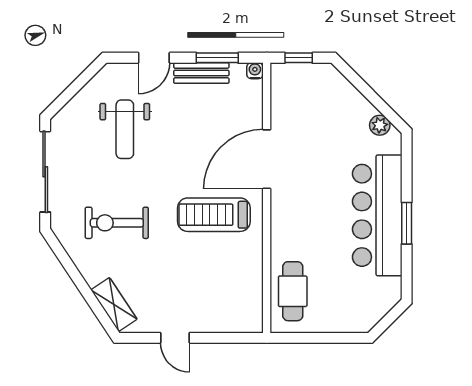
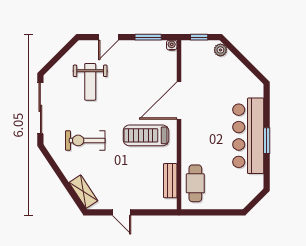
bench: (201, 73) -> (170, 181), moved, turned 90
plant: (380, 125) -> (220, 50), moved

